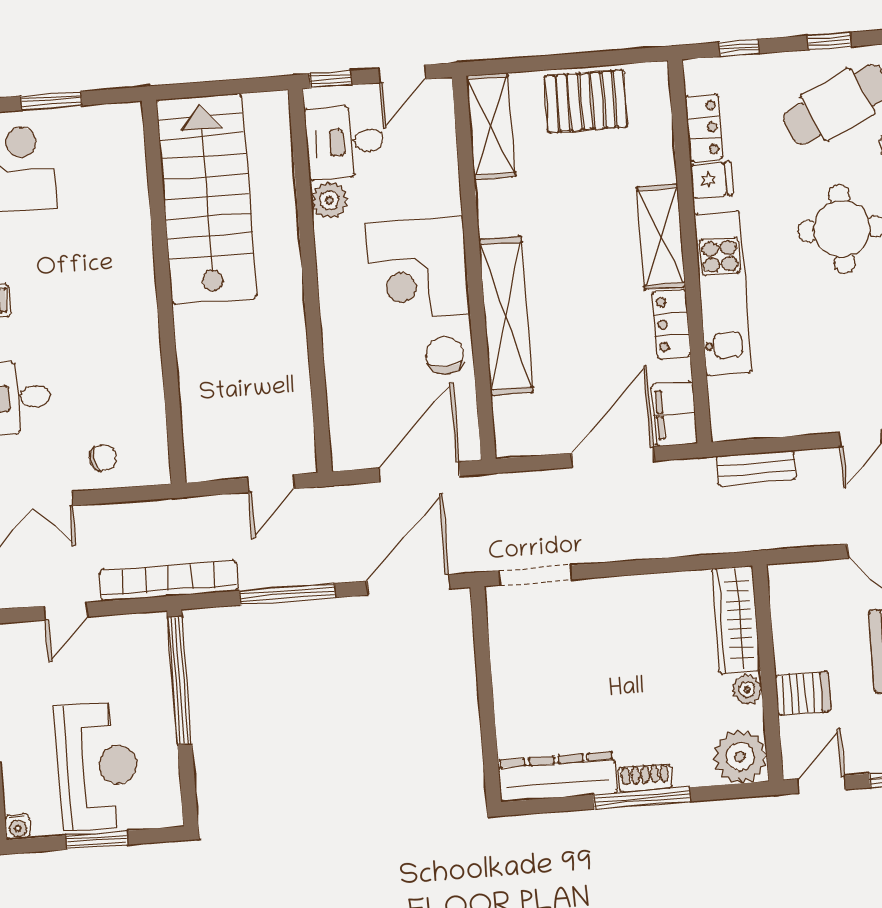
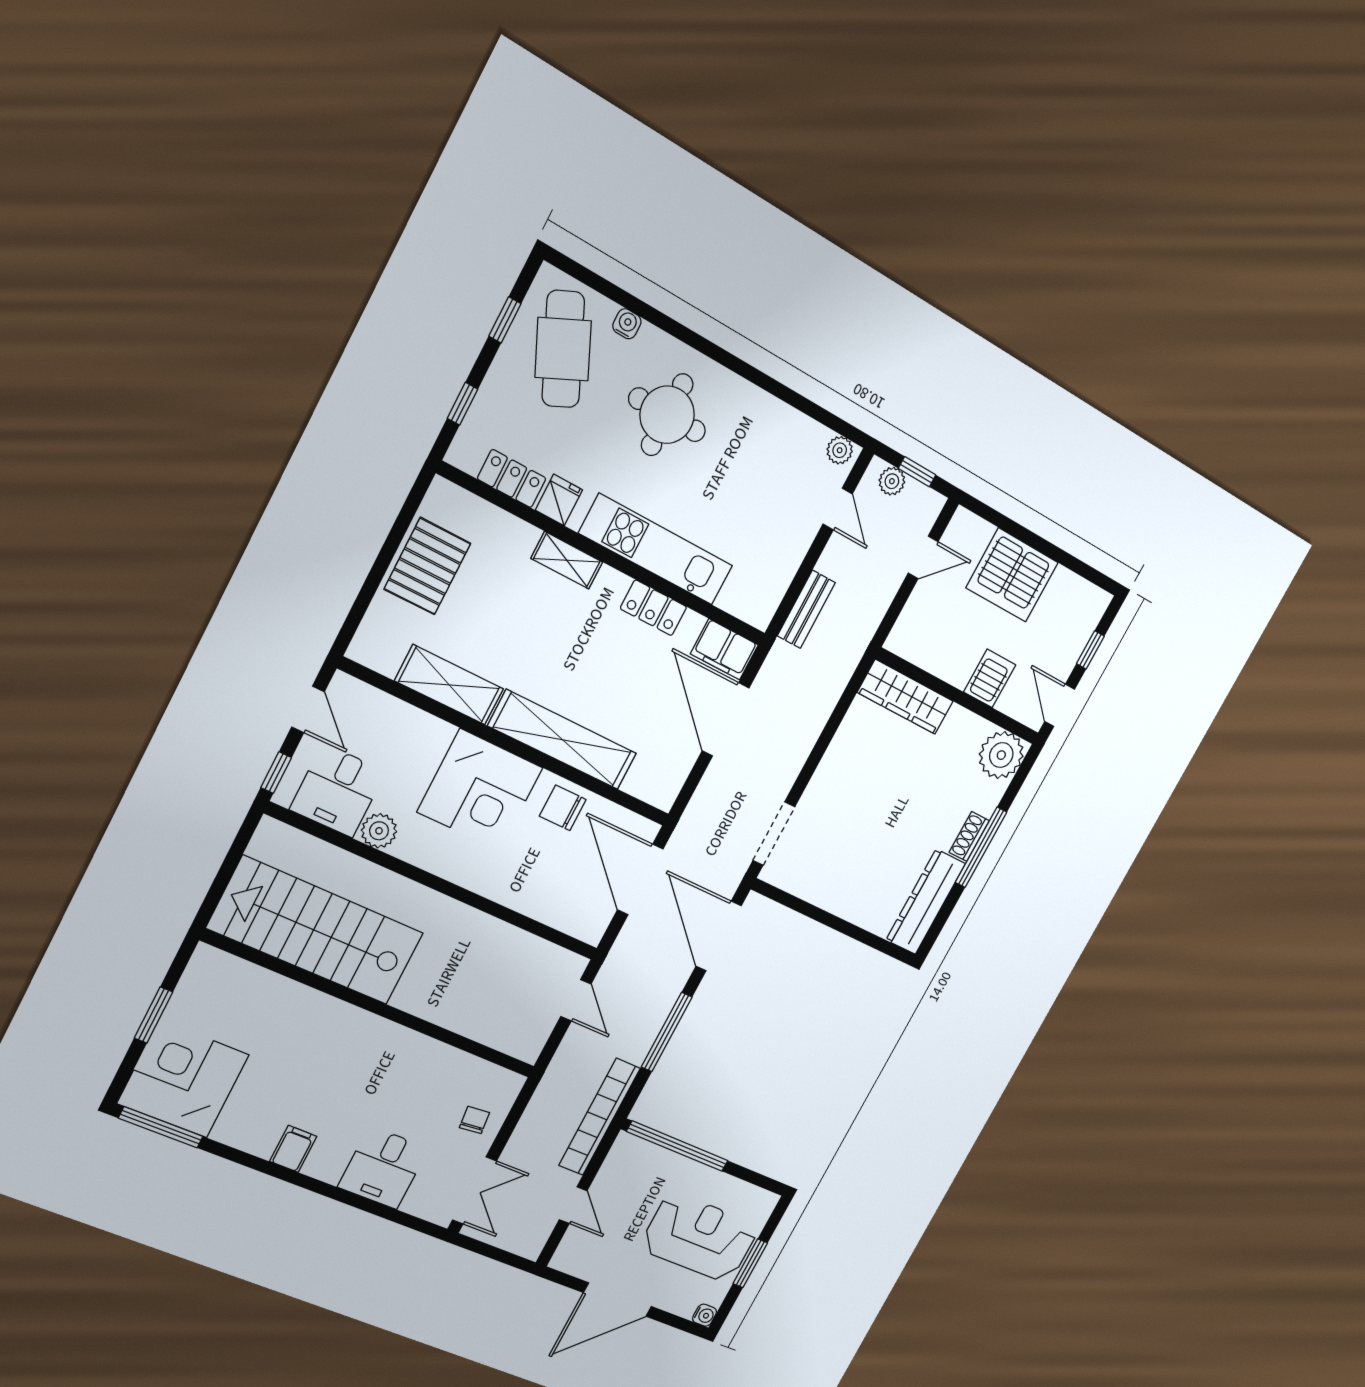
shelving: (491, 126) -> (449, 685), moved
shelving: (661, 237) -> (567, 560), width x0.67, depth x0.75
plant: (747, 690) -> (959, 720), removed

